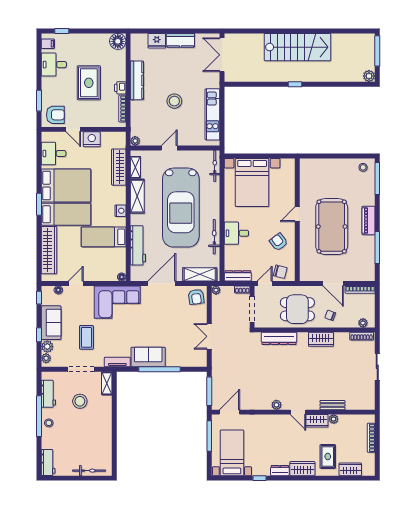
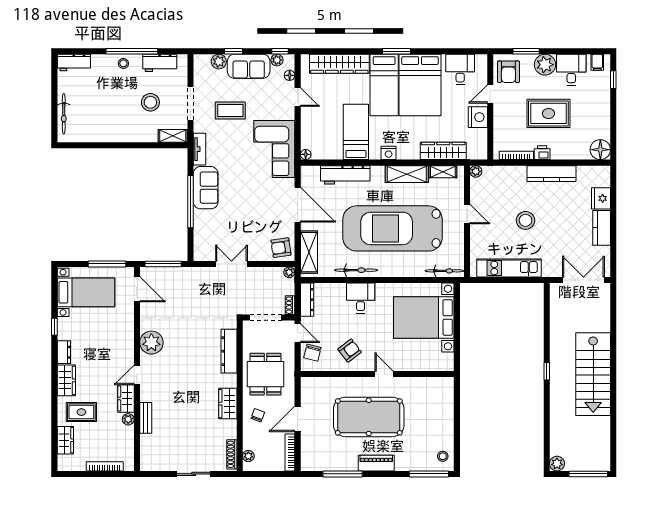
plant: (50, 86) -> (545, 65), added
plant: (46, 358) -> (277, 60), moved
plant: (276, 405) -> (151, 343), width x1.88, depth x1.88

